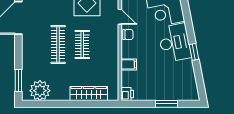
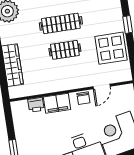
filing cabinet: (129, 64) -> (57, 103), width x2.00
printer: (127, 94) -> (36, 105), moved

